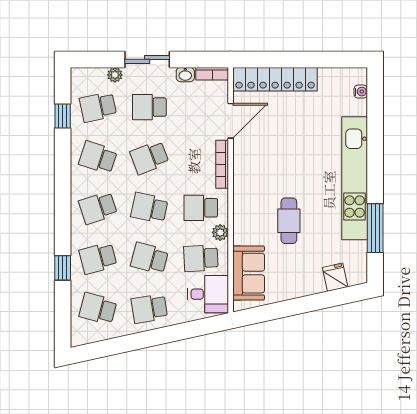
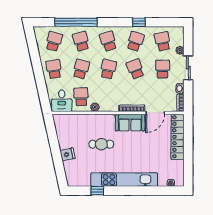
window: (63, 116) -> (139, 22), moved
door: (231, 121) -> (155, 113), hinge flipped
school desk: (201, 208) -> (108, 97), removed
window: (375, 228) -> (97, 191), width x0.46
window: (63, 268) -> (76, 22), width x3.17
sofa: (249, 273) -> (130, 123), moved
fridge: (335, 277) -> (68, 154), moved

